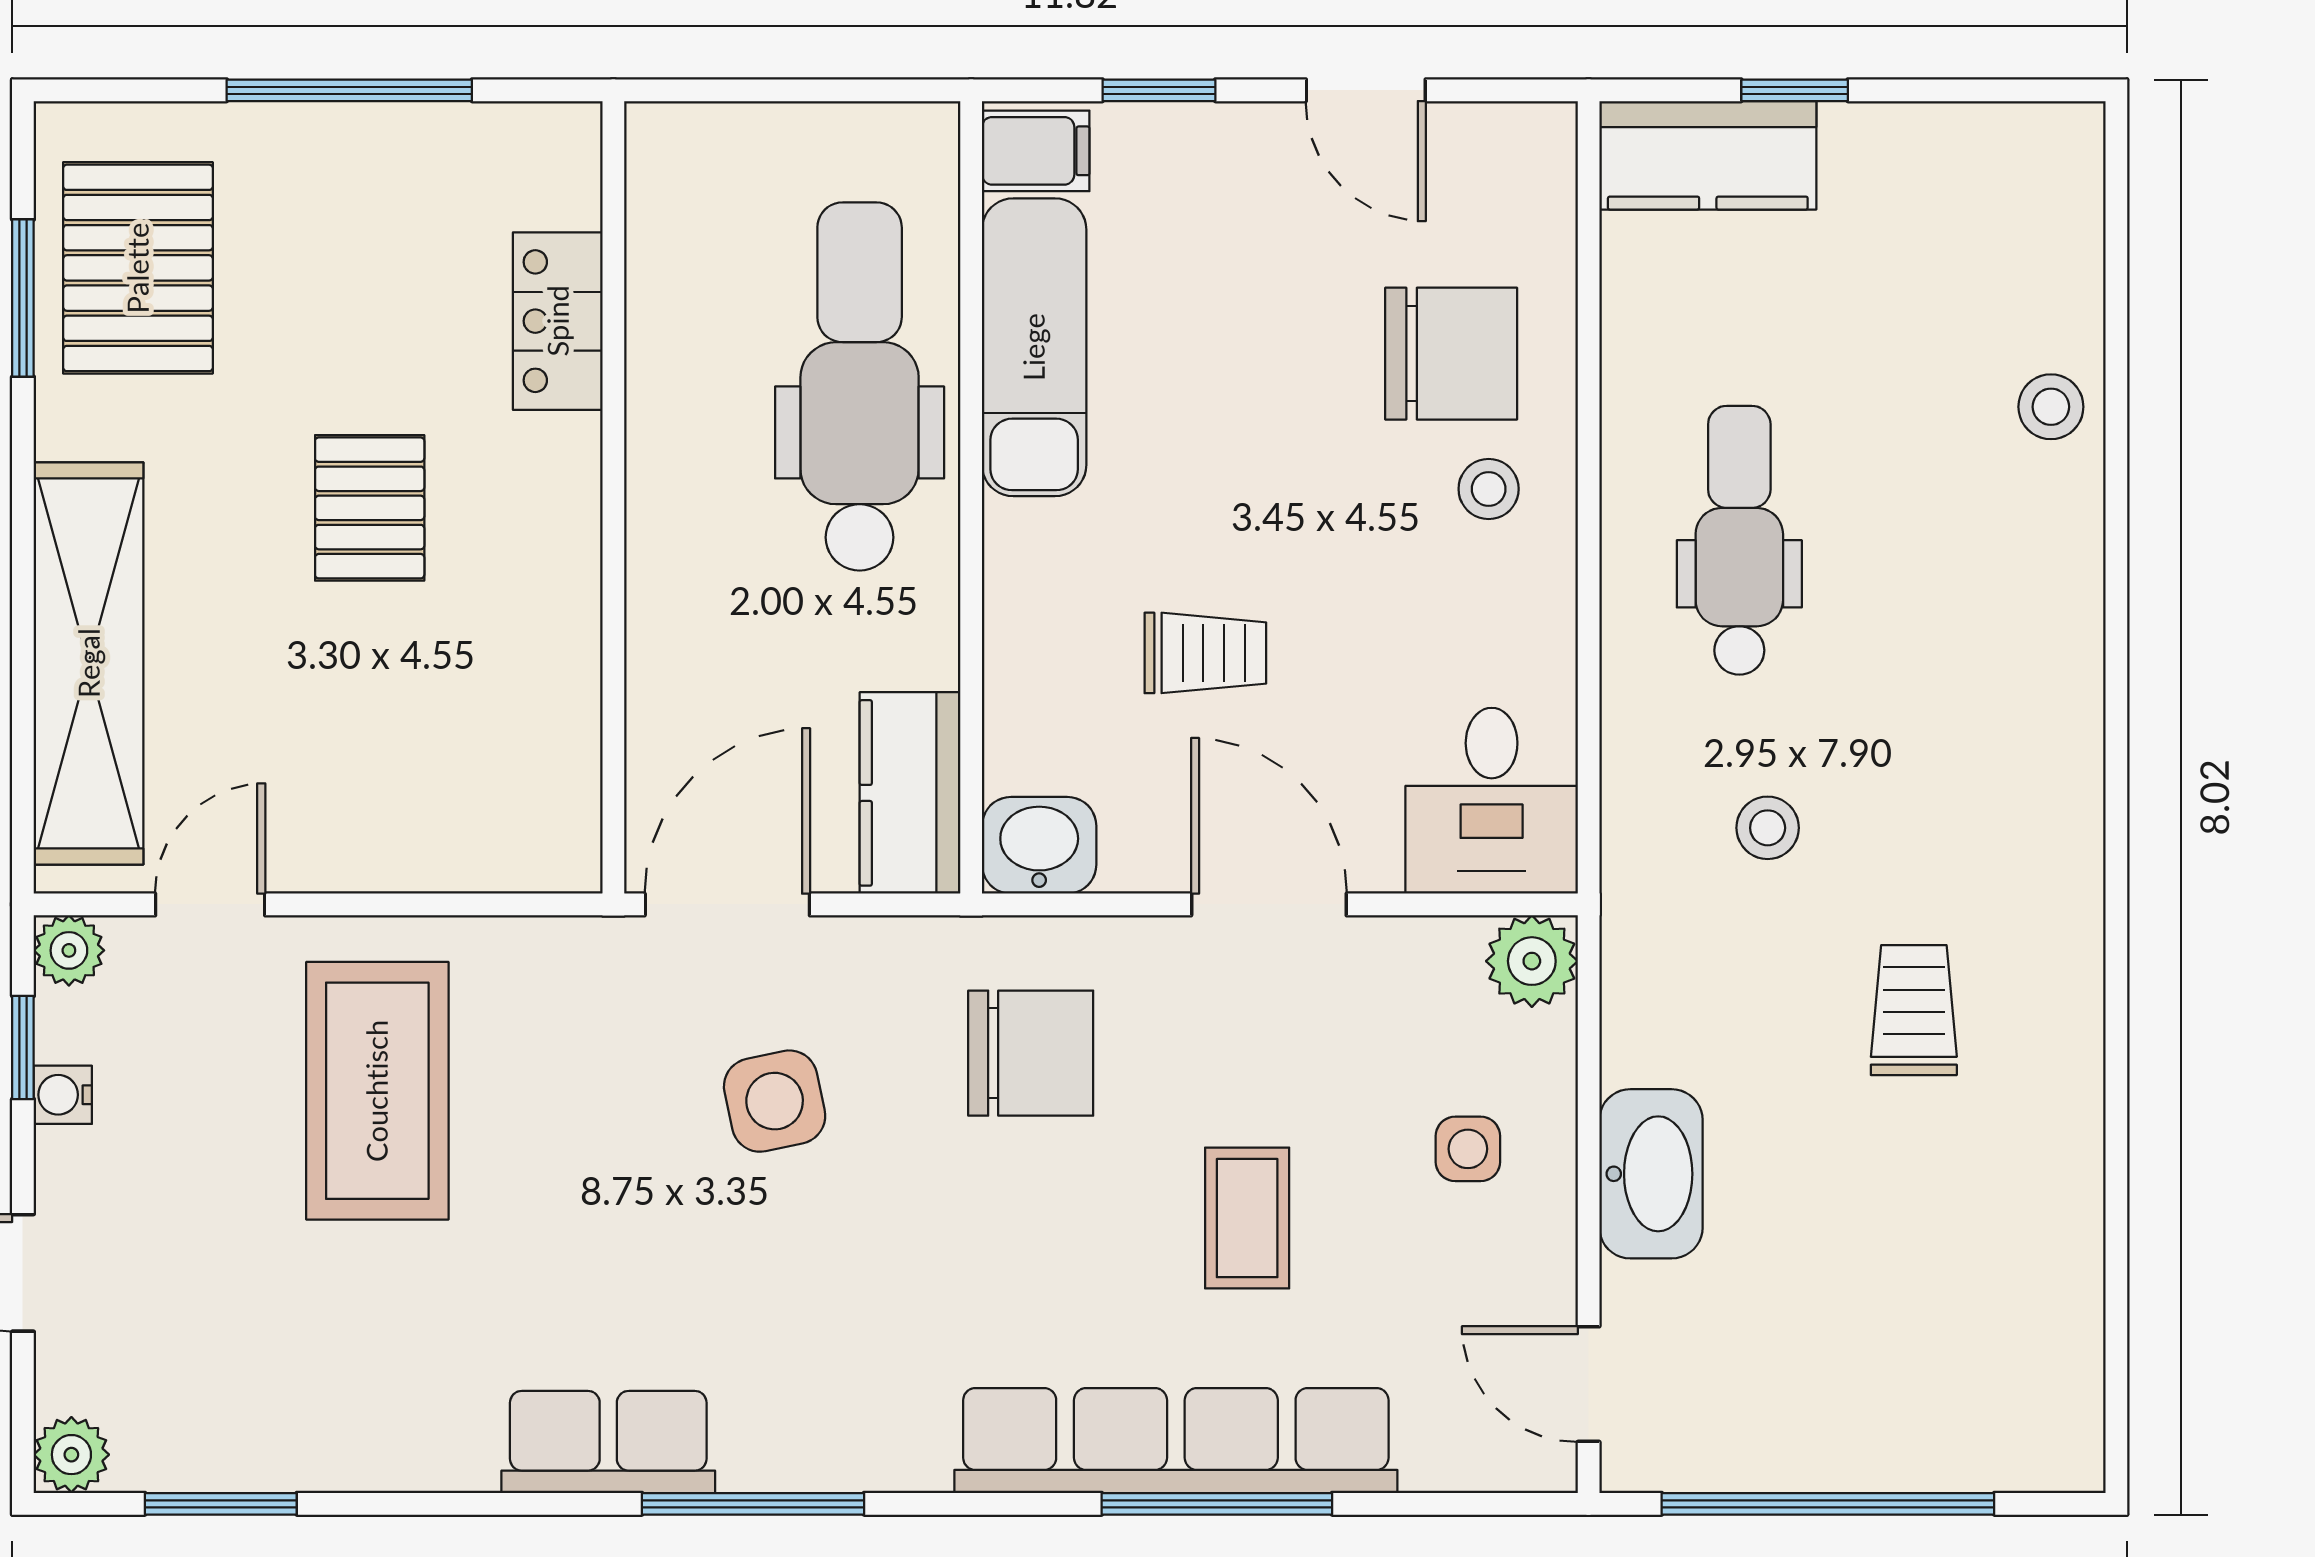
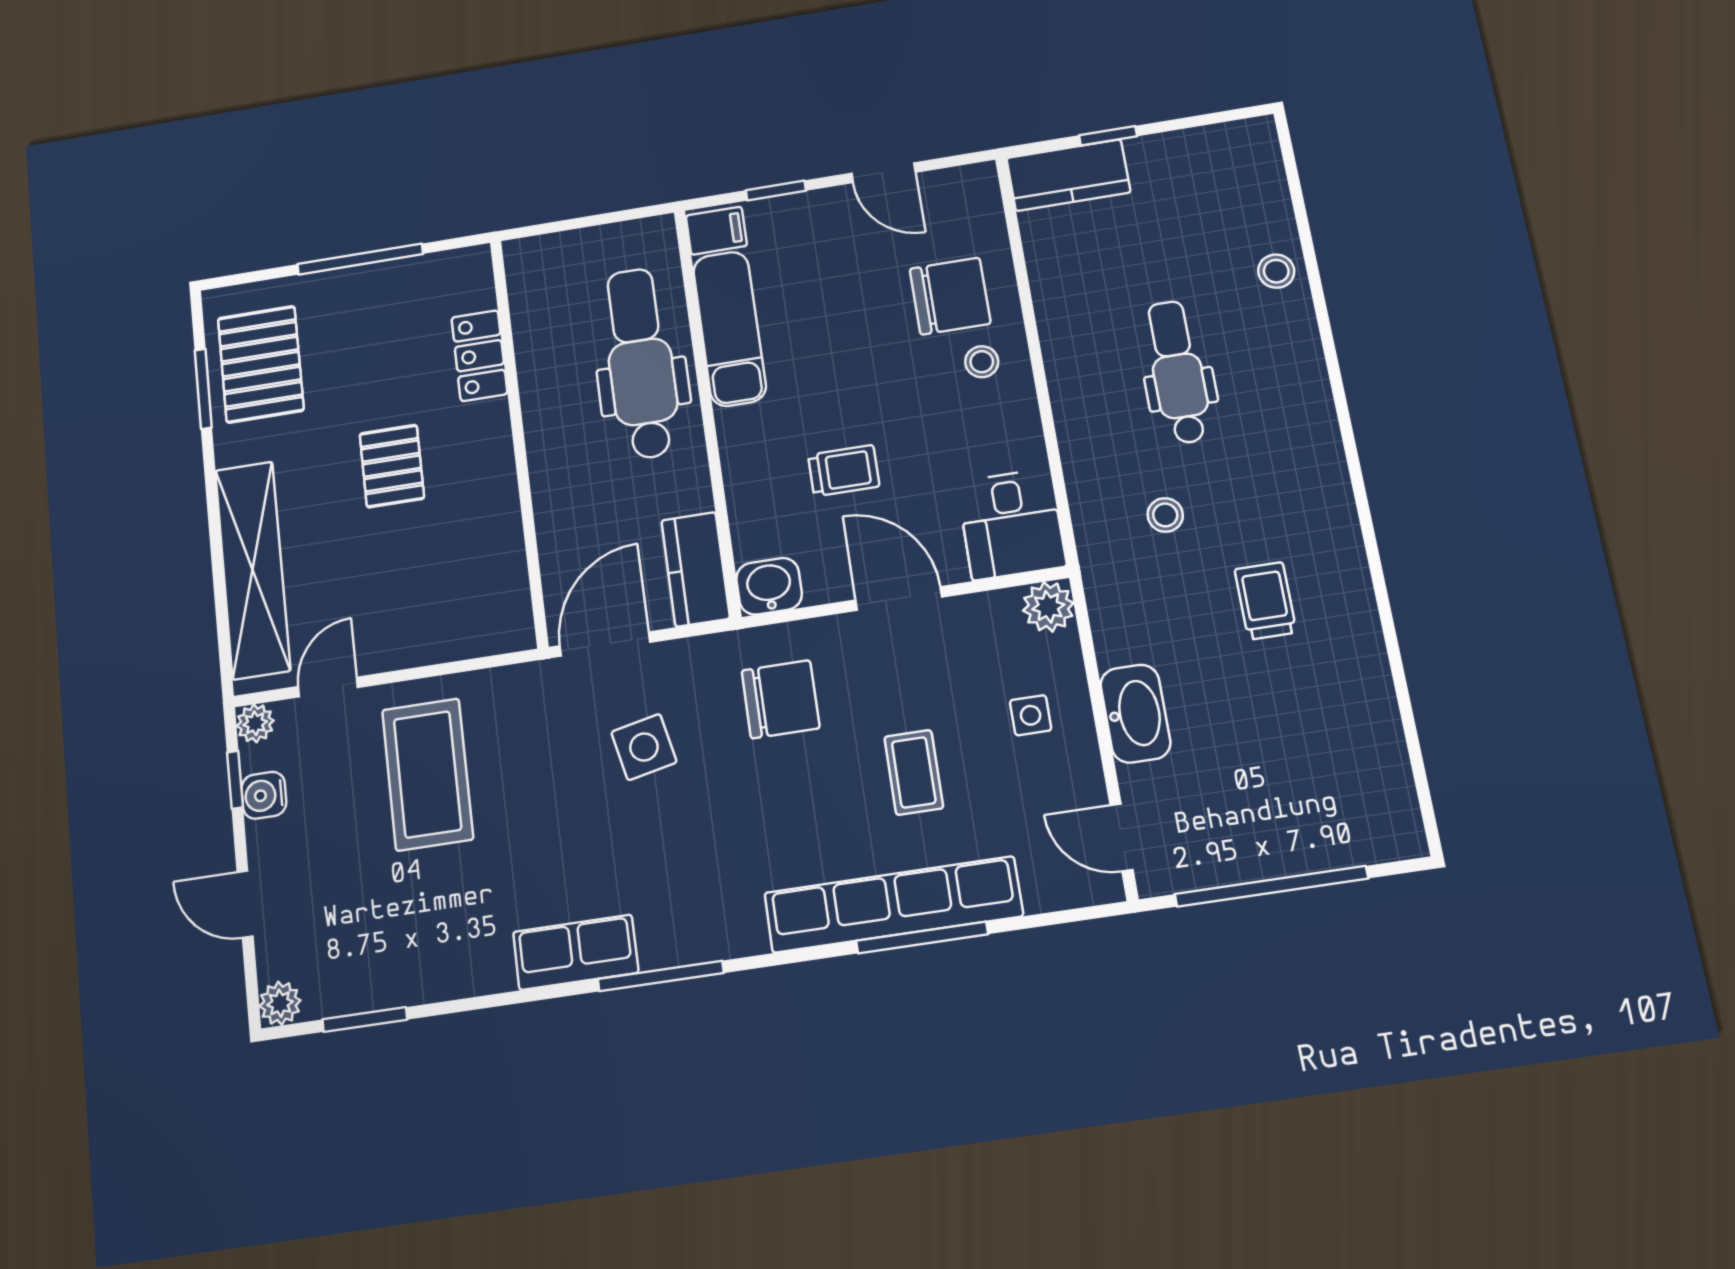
dental chair: (1739, 540) -> (1178, 372), moved
water cooler: (63, 1095) -> (264, 795), width x1.38, depth x1.38

